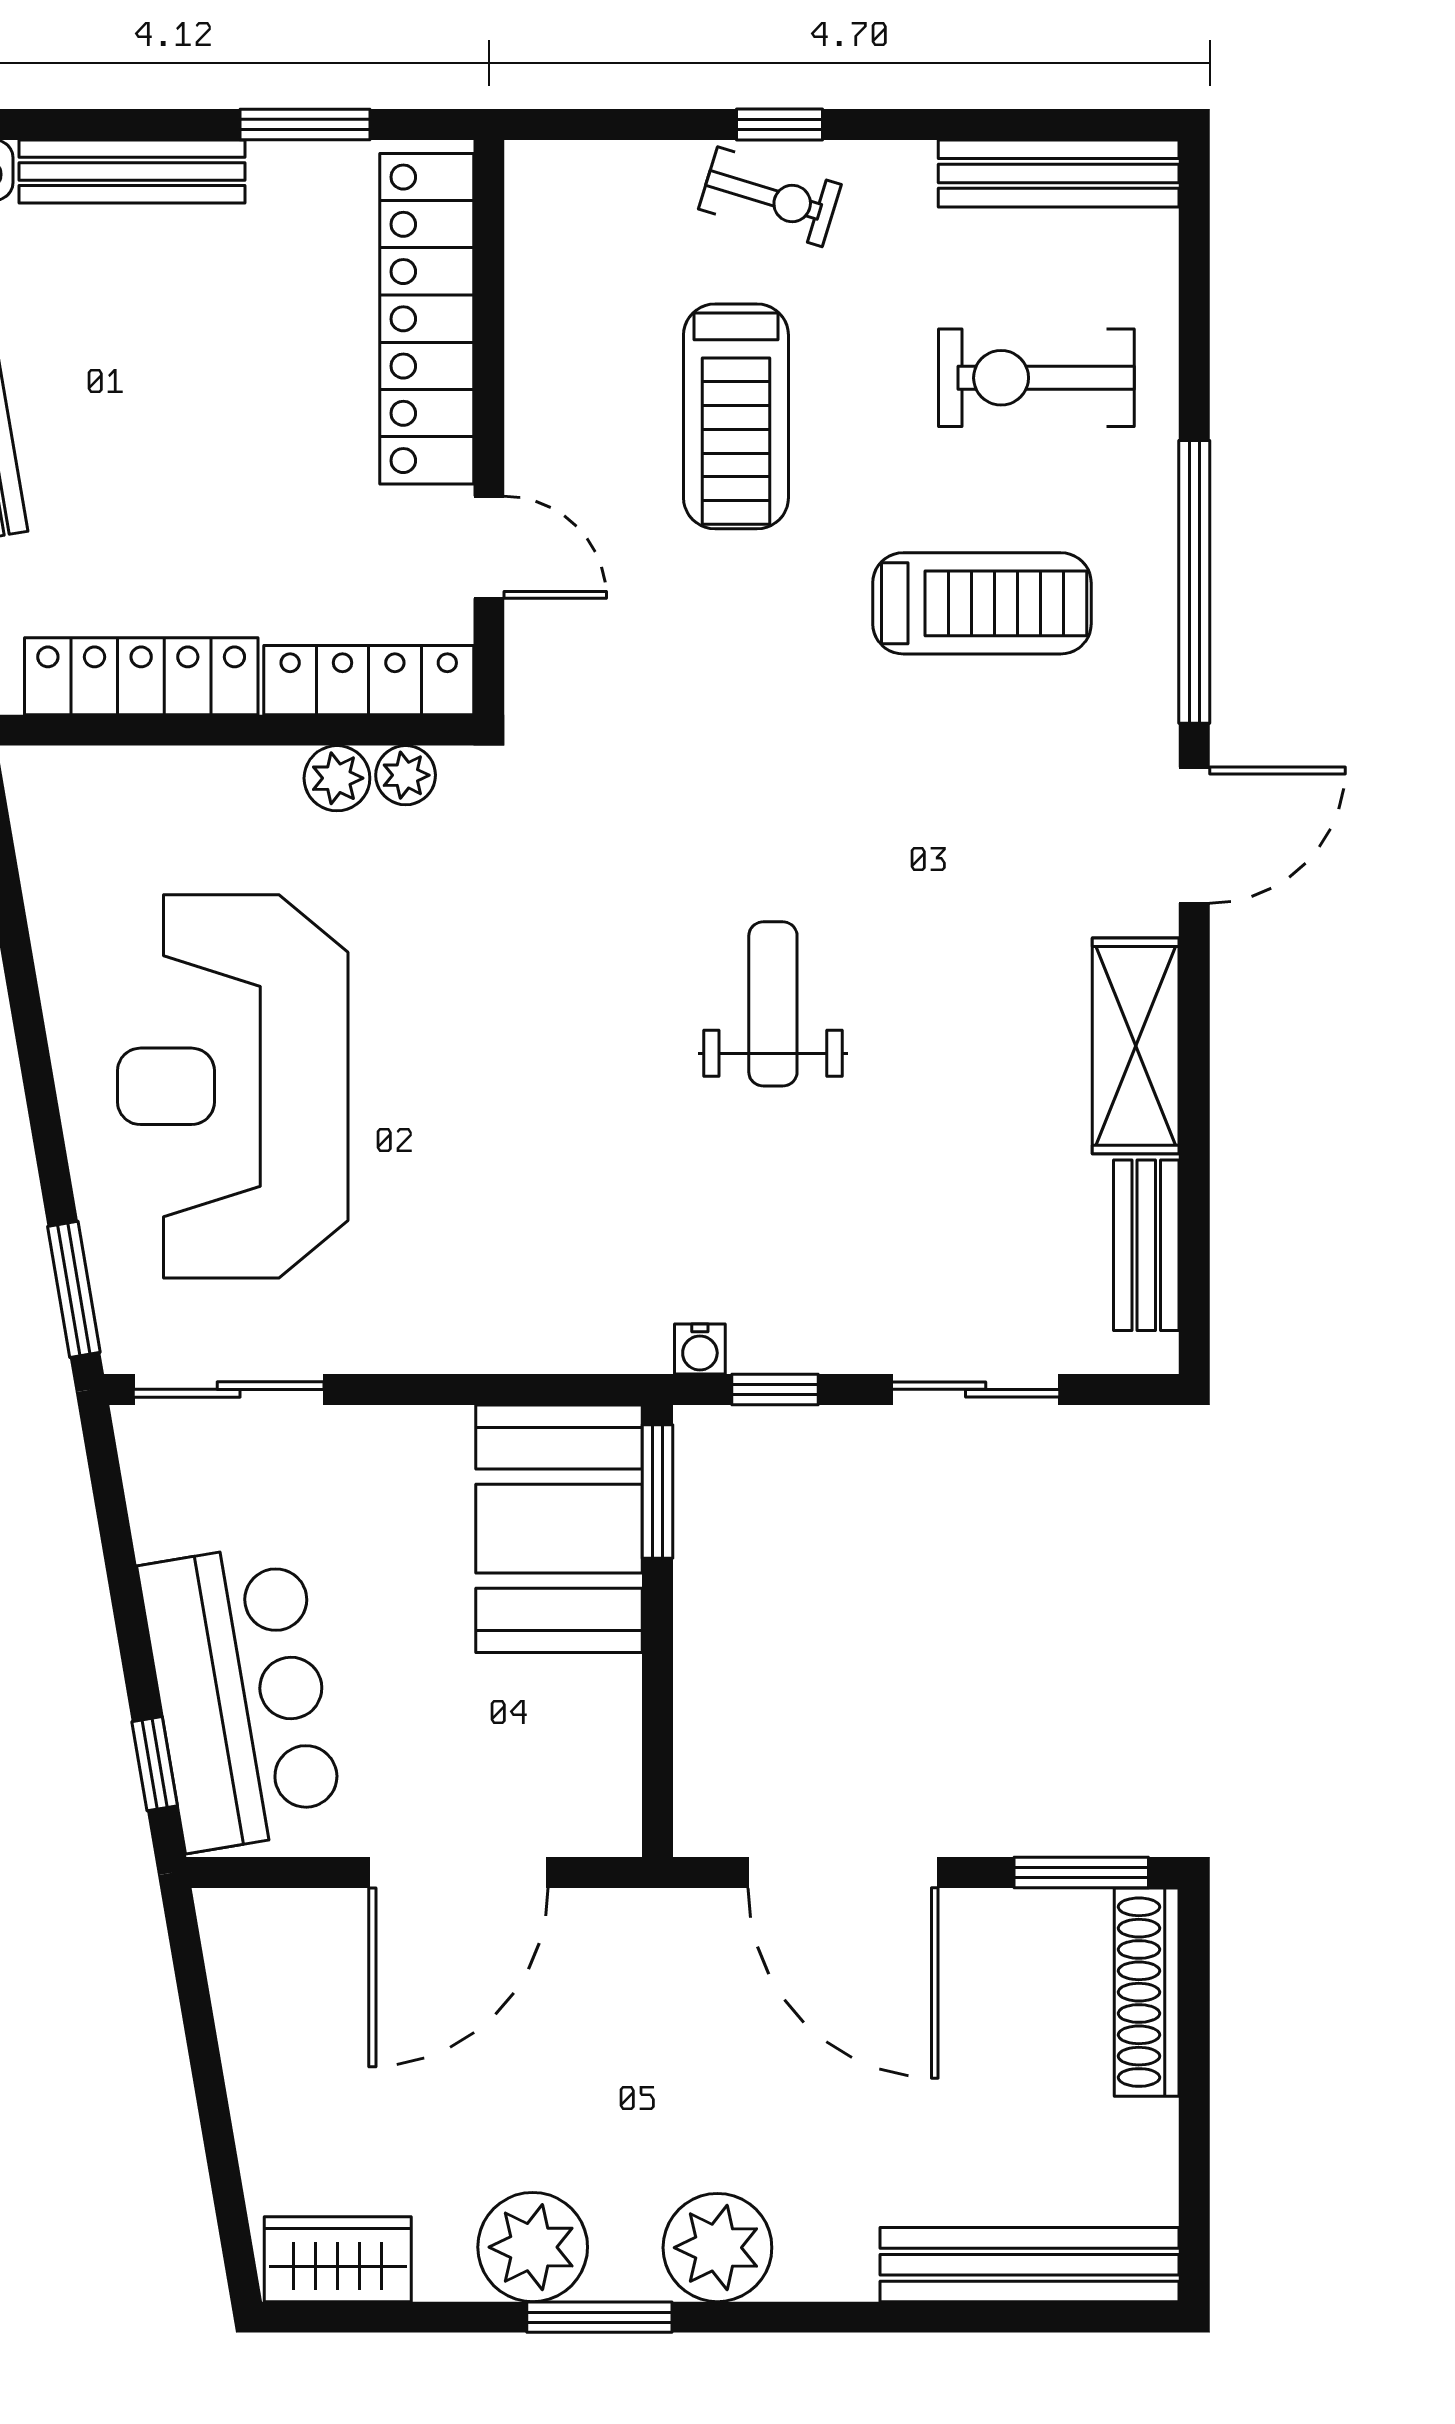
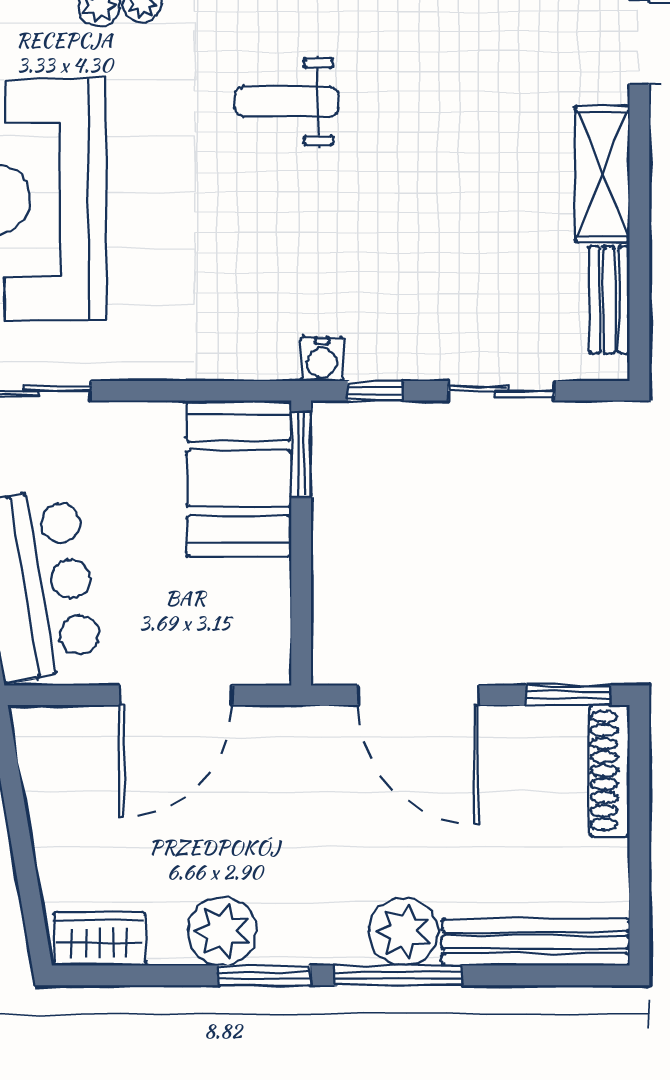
weight bench: (773, 1004) -> (287, 102), moved, turned -90
water cooler: (700, 1349) -> (322, 359), width x1.38, depth x1.38
plant: (717, 2248) -> (403, 932), moved
window: (811, 2317) -> (398, 975), added

